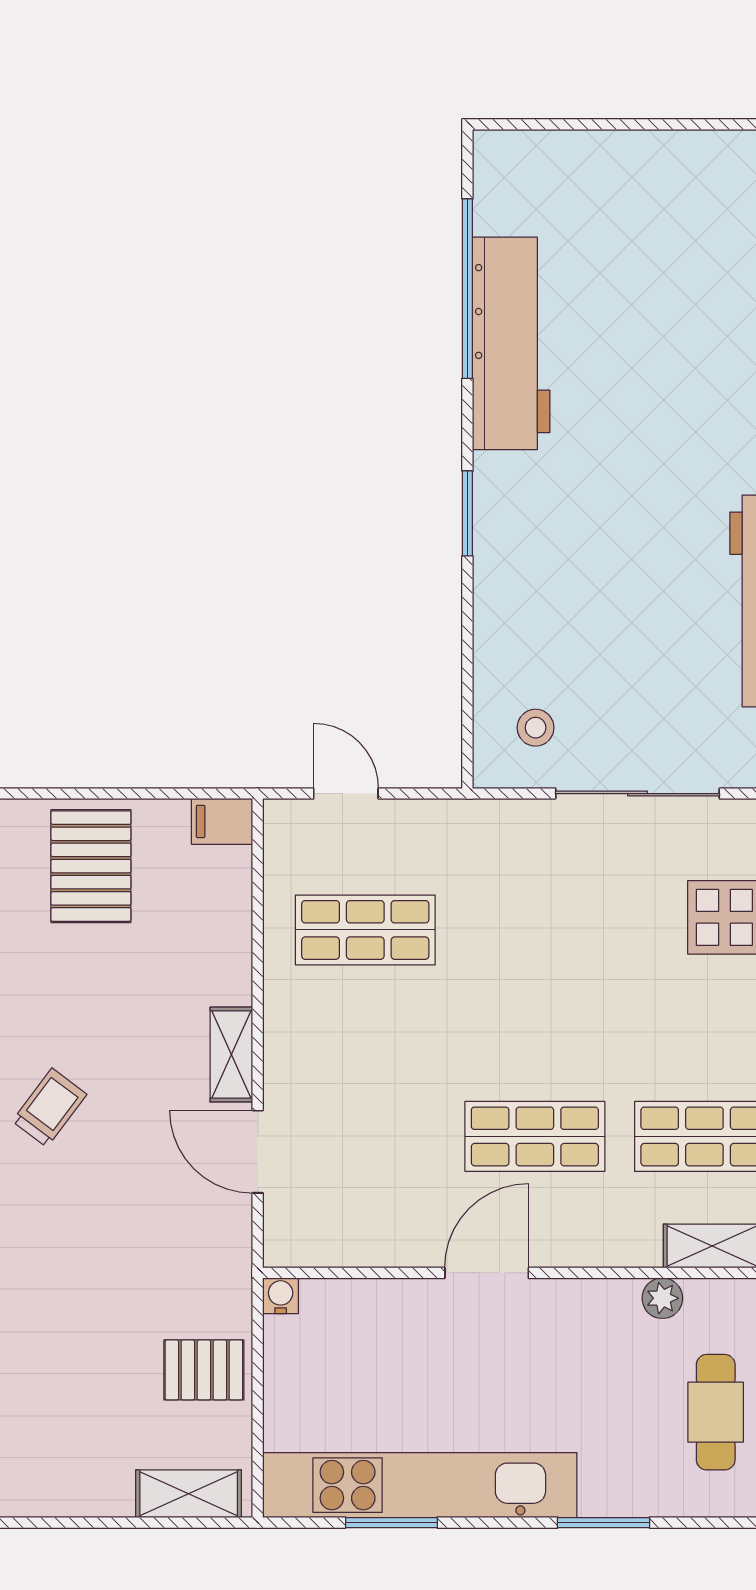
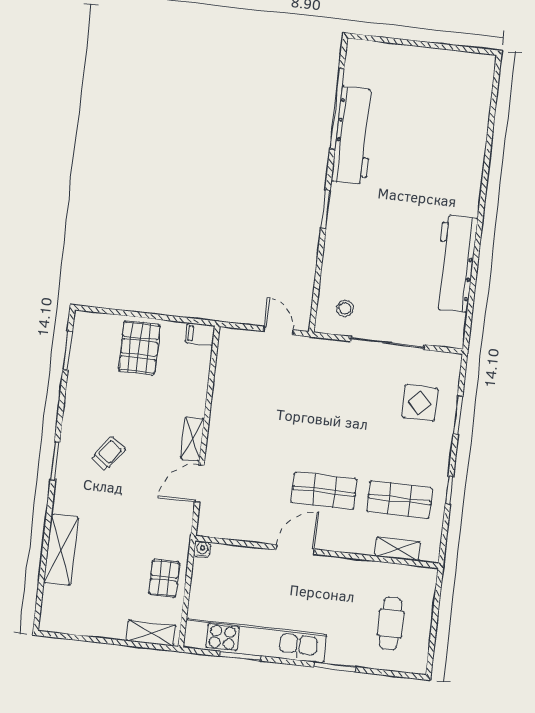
door: (346, 794) -> (279, 331), moved
shop shelf: (365, 930) -> (259, 390), removed
door: (258, 1152) -> (199, 484), hinge flipped
plant: (662, 1298) -> (373, 570), removed
pallet: (204, 1370) -> (164, 578), turned 90

